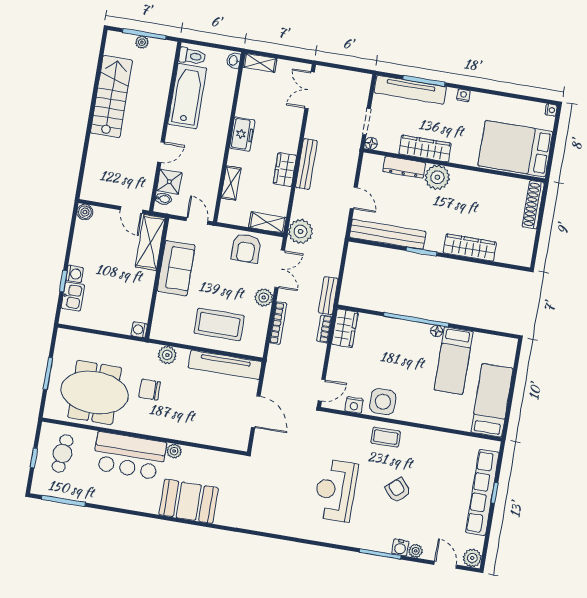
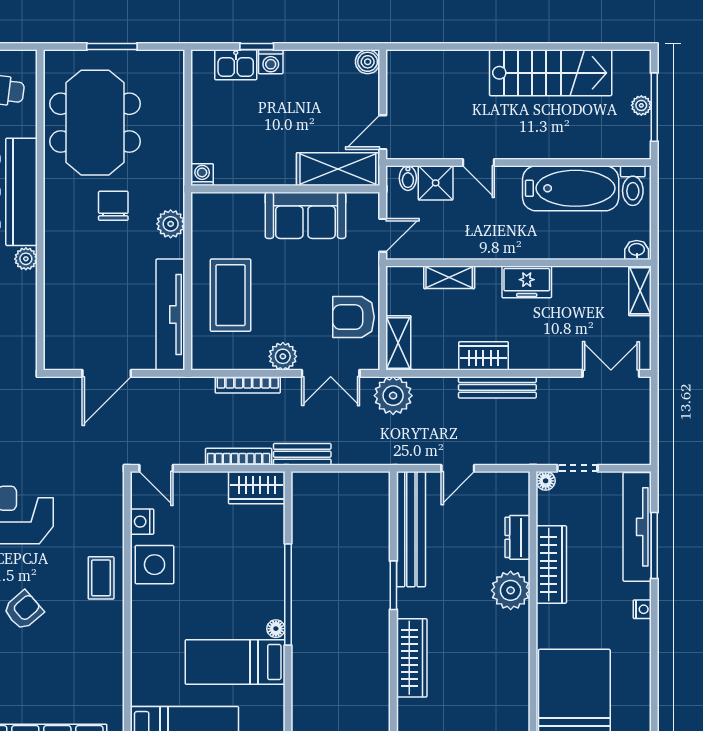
dresser: (404, 167) -> (517, 537), width x0.70
bookcase: (324, 329) -> (239, 457), width x1.56

